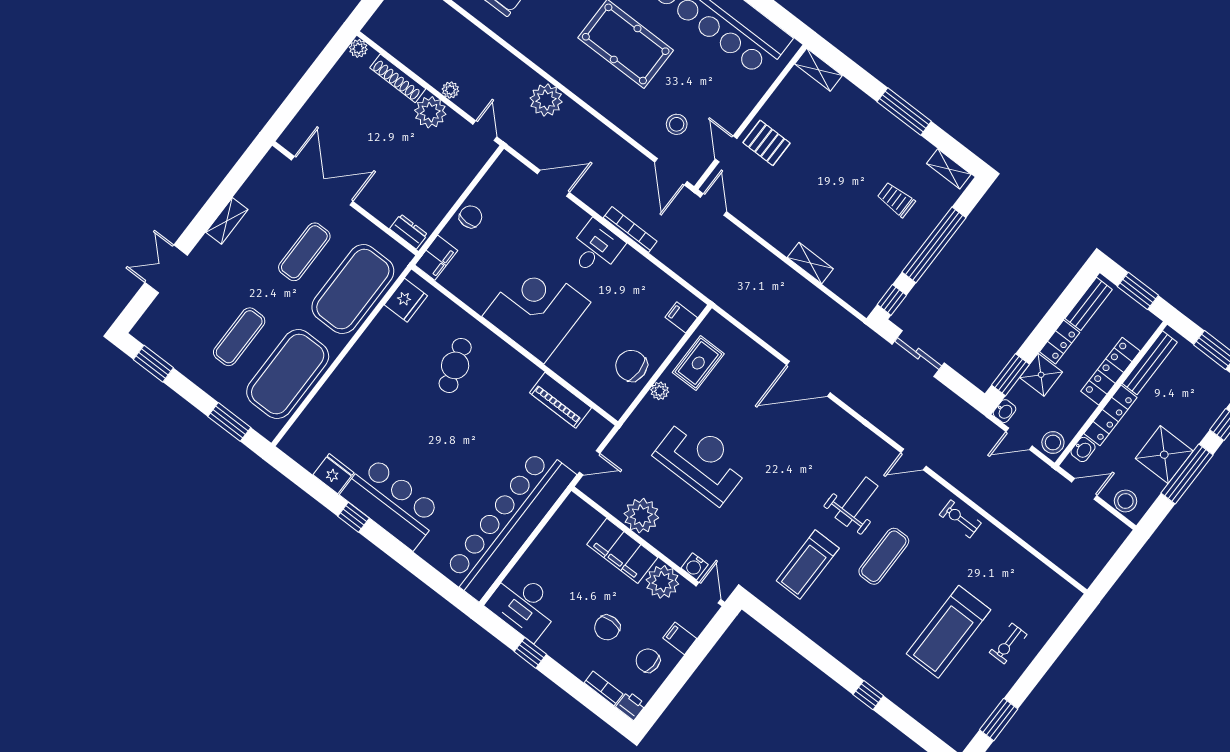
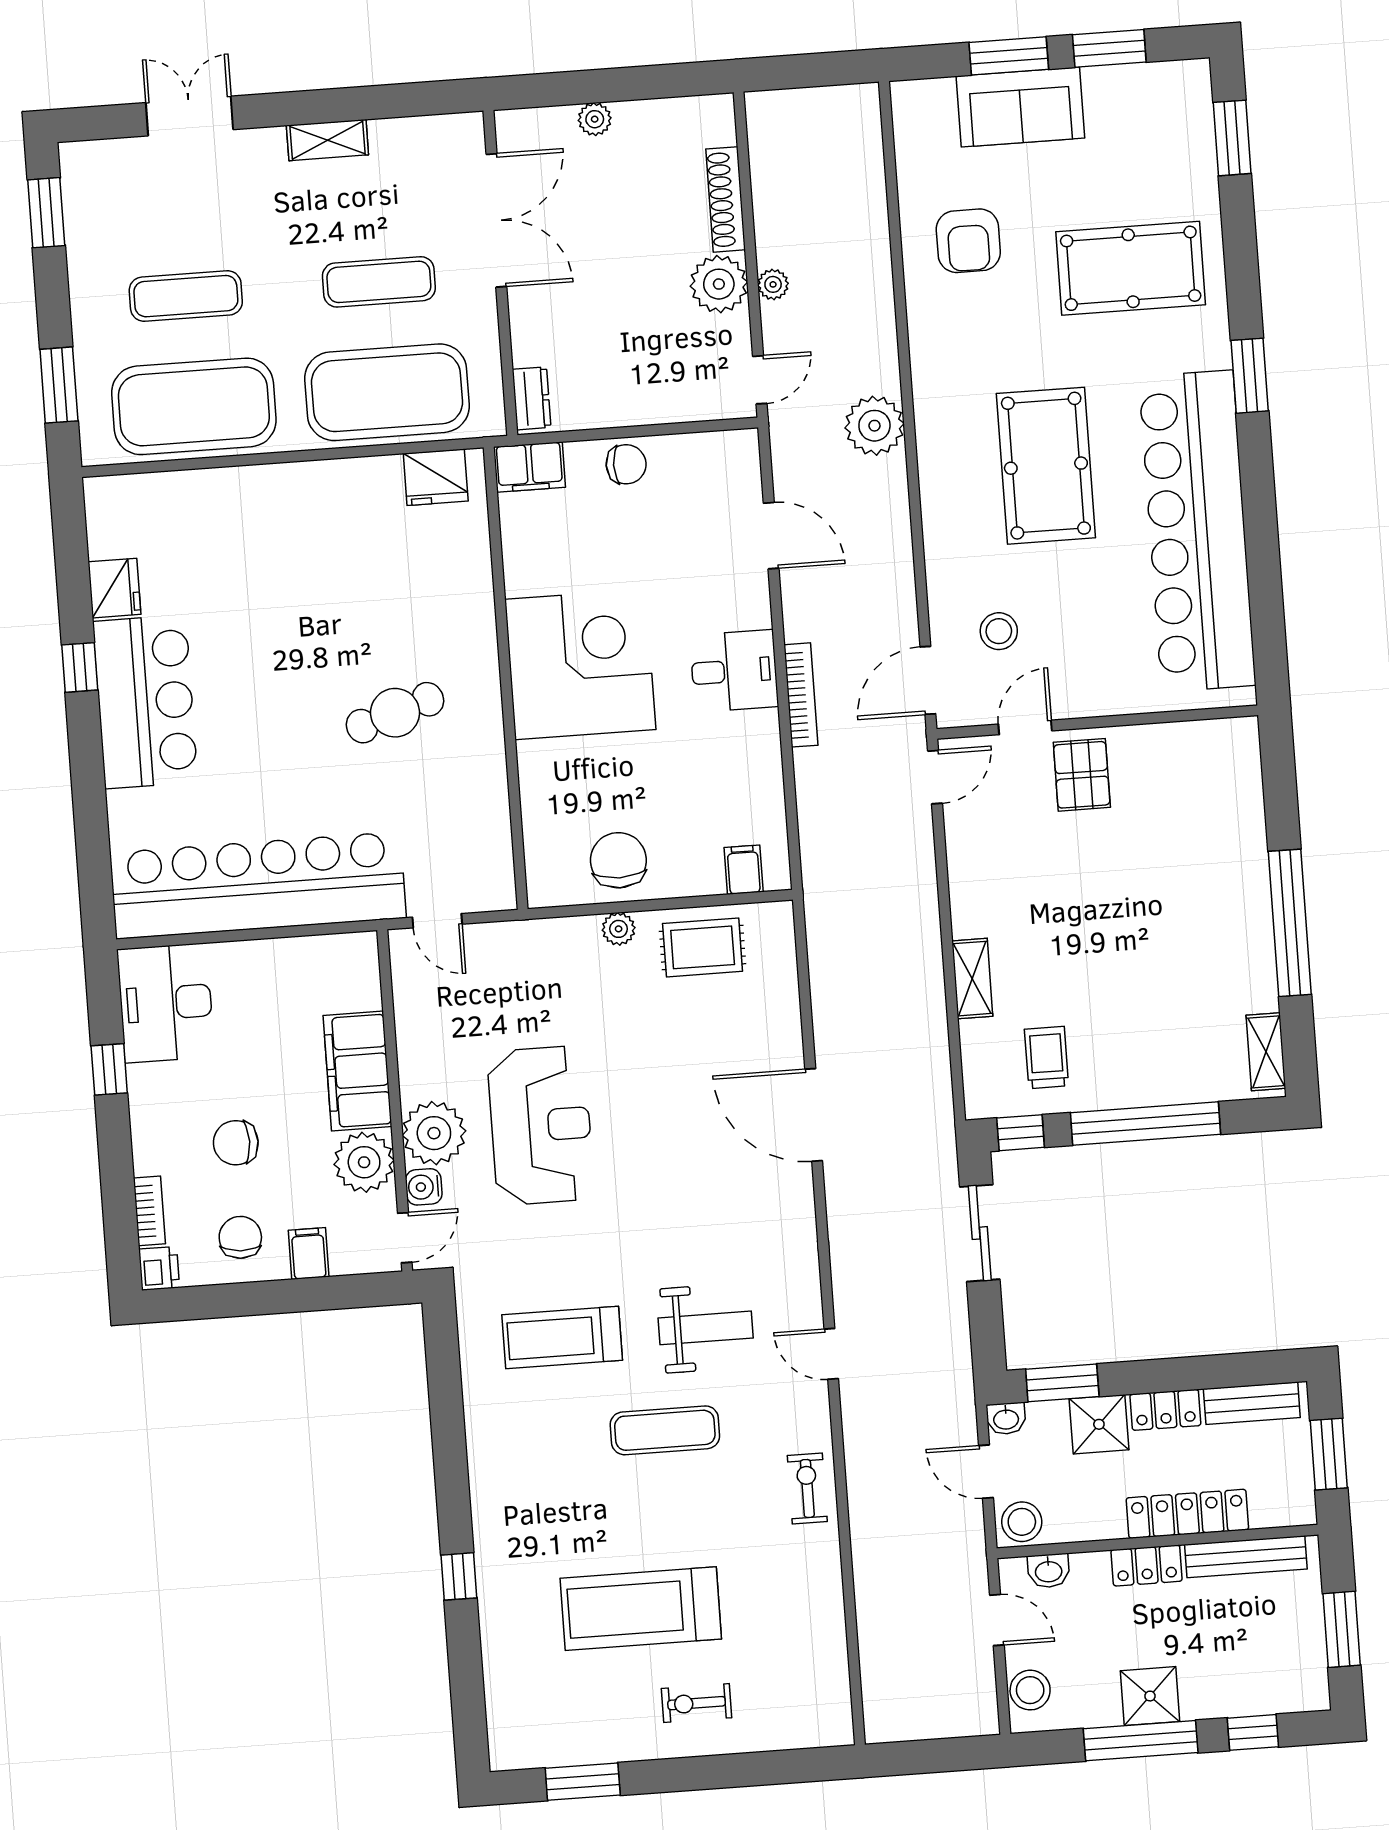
plant: (358, 48) -> (595, 119), moved
shelving: (818, 70) -> (1243, 757), removed
window: (904, 111) -> (1290, 923), width x1.46
trolley: (896, 200) -> (1046, 1058), moved
cafe table: (455, 365) -> (395, 713), moved
piano: (560, 400) -> (487, 806), removed
locker: (1110, 415) -> (1147, 1565), width x0.66
shower: (1164, 455) -> (1150, 1696), width x0.73, depth x0.73
reception desk: (702, 460) -> (541, 1125), moved
plant: (641, 516) -> (434, 1133), moved

